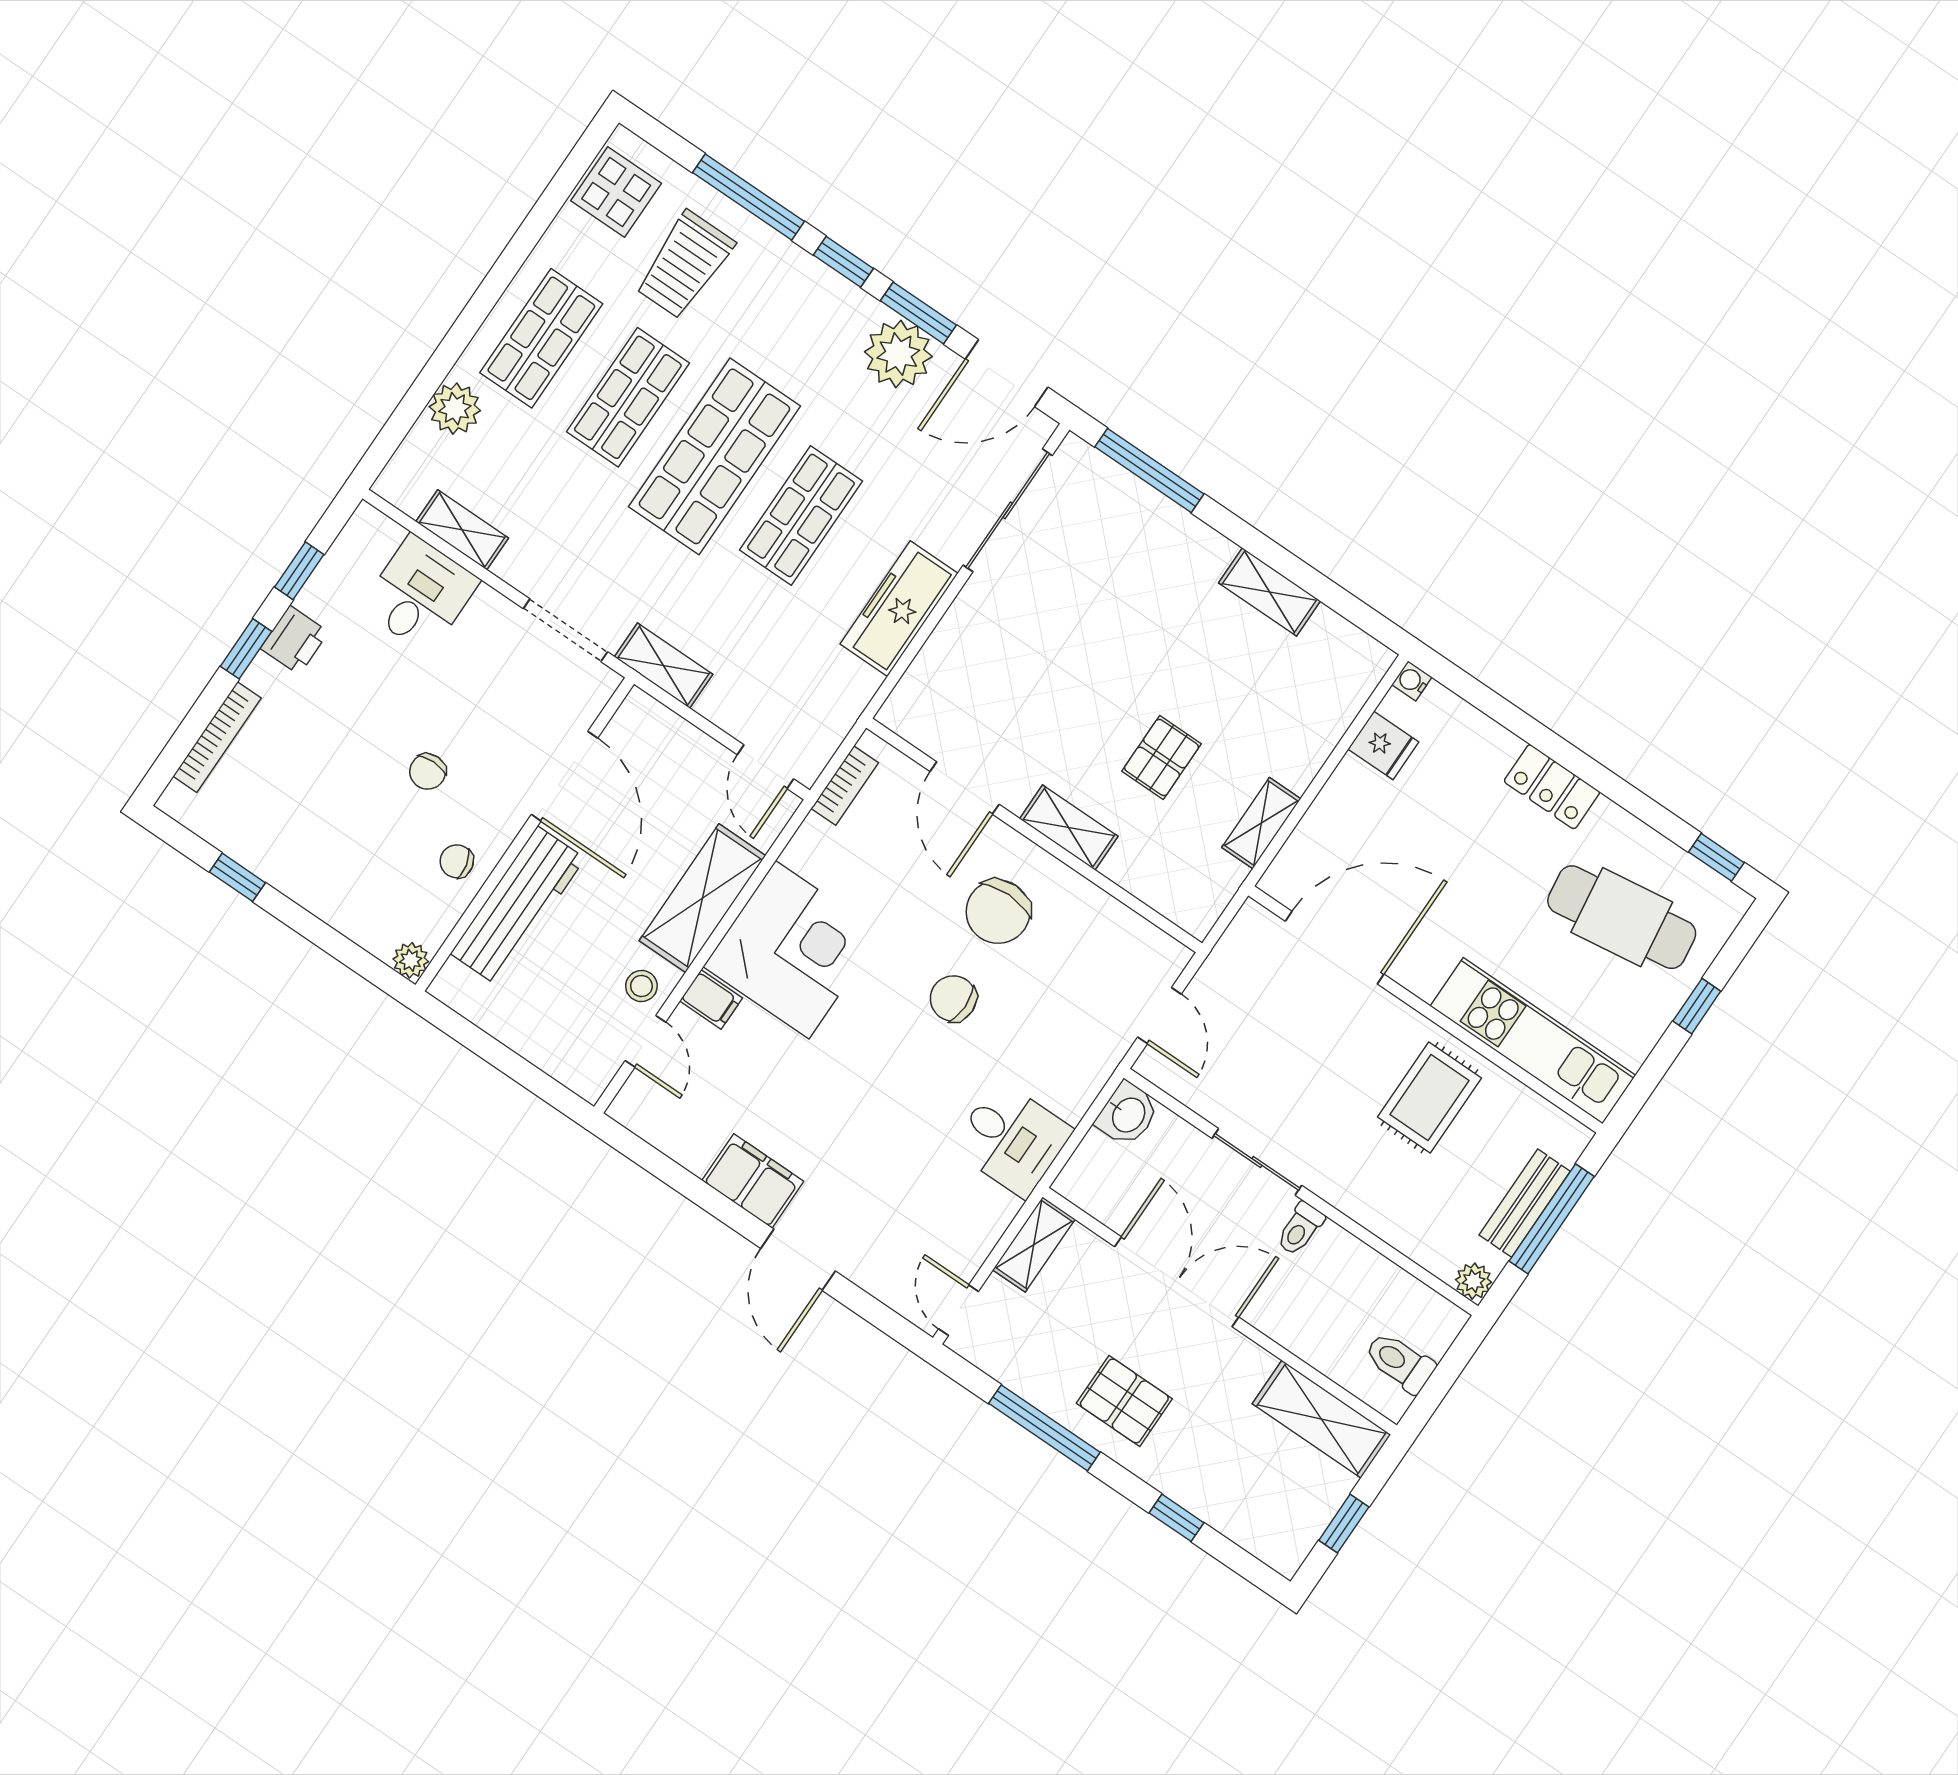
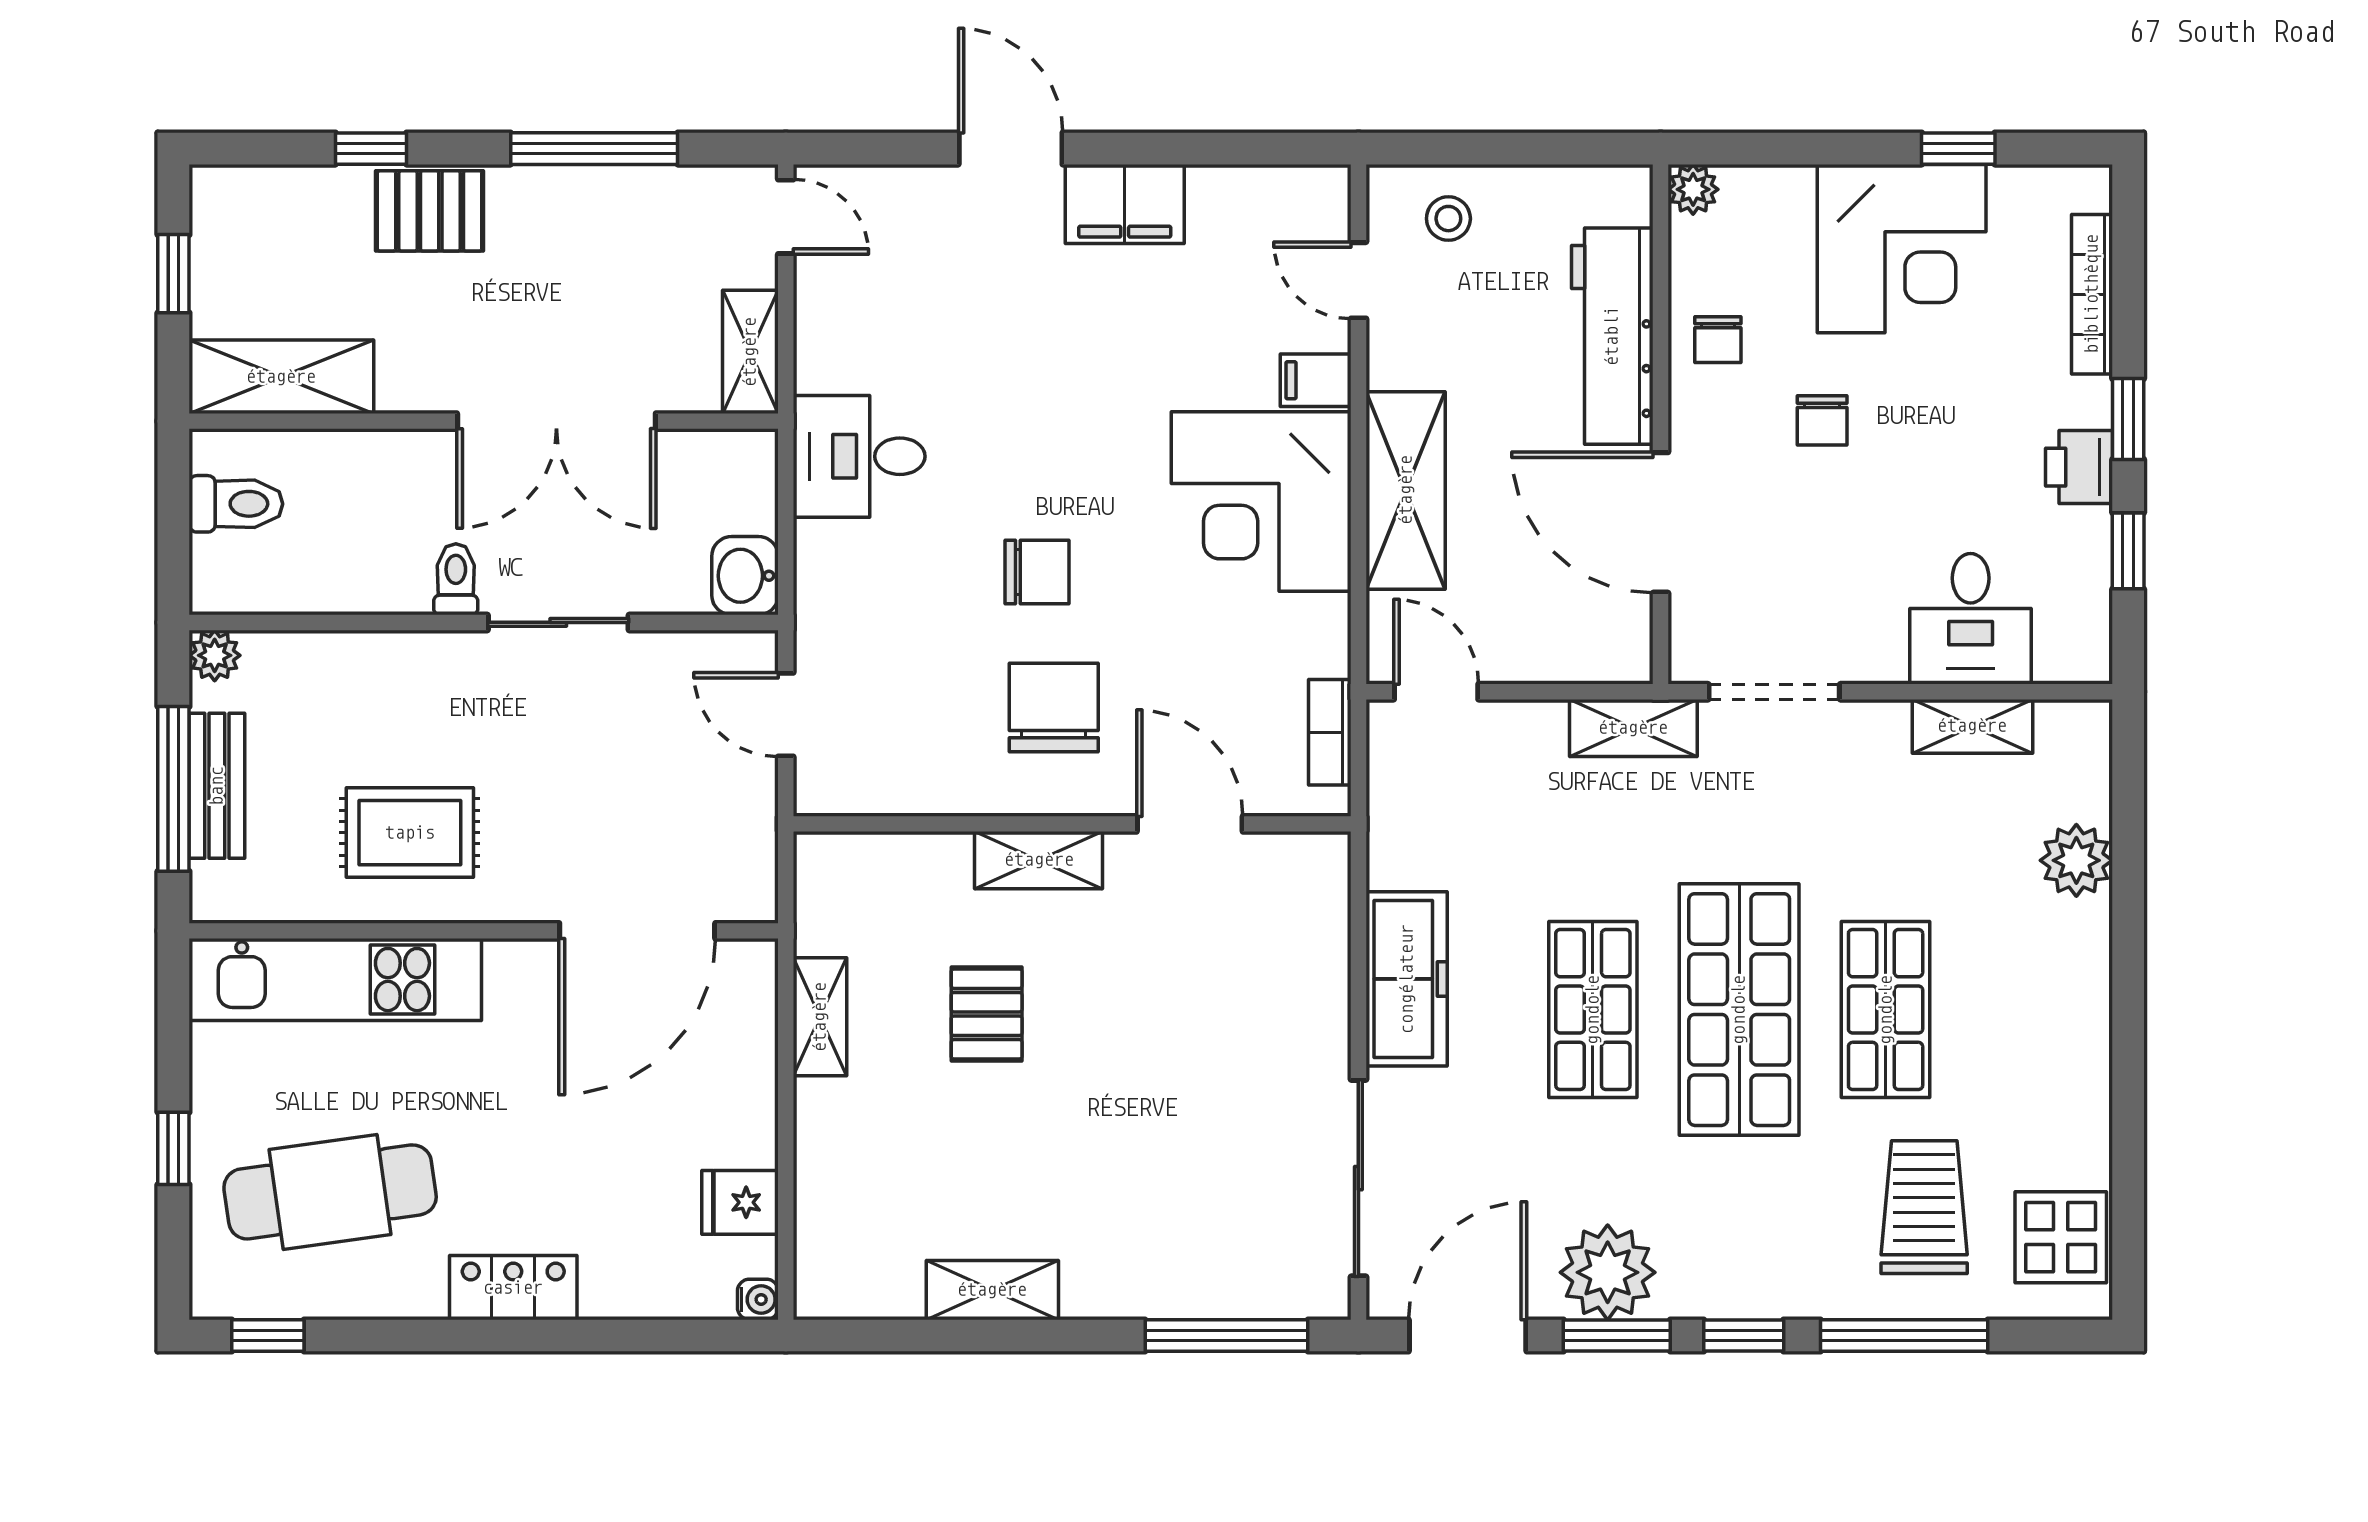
shop shelf: (541, 338) -> (2032, 1010), removed
chair: (428, 772) -> (1822, 420), turned 180
corner desk: (311, 841) -> (1902, 249), added
chair: (457, 861) -> (1718, 340), turned 103
stool: (641, 986) -> (1448, 219), moved
rug: (1429, 1098) -> (410, 833), turned 90
pallet: (1124, 1401) -> (430, 211), moved

